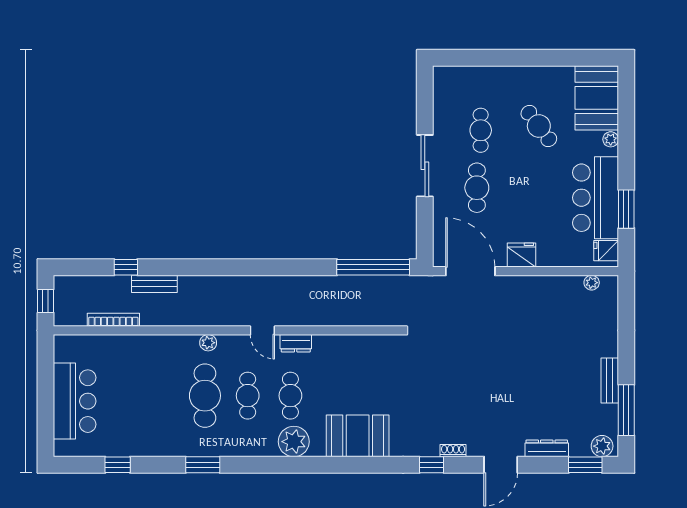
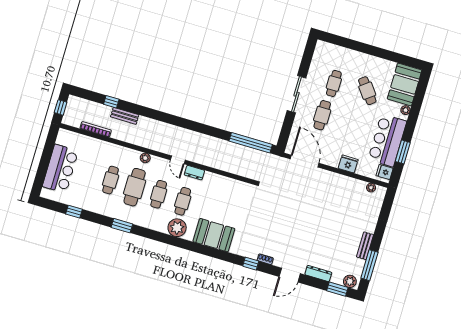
fridge: (522, 255) -> (348, 164), moved
cafe table: (162, 396) -> (111, 180), added

